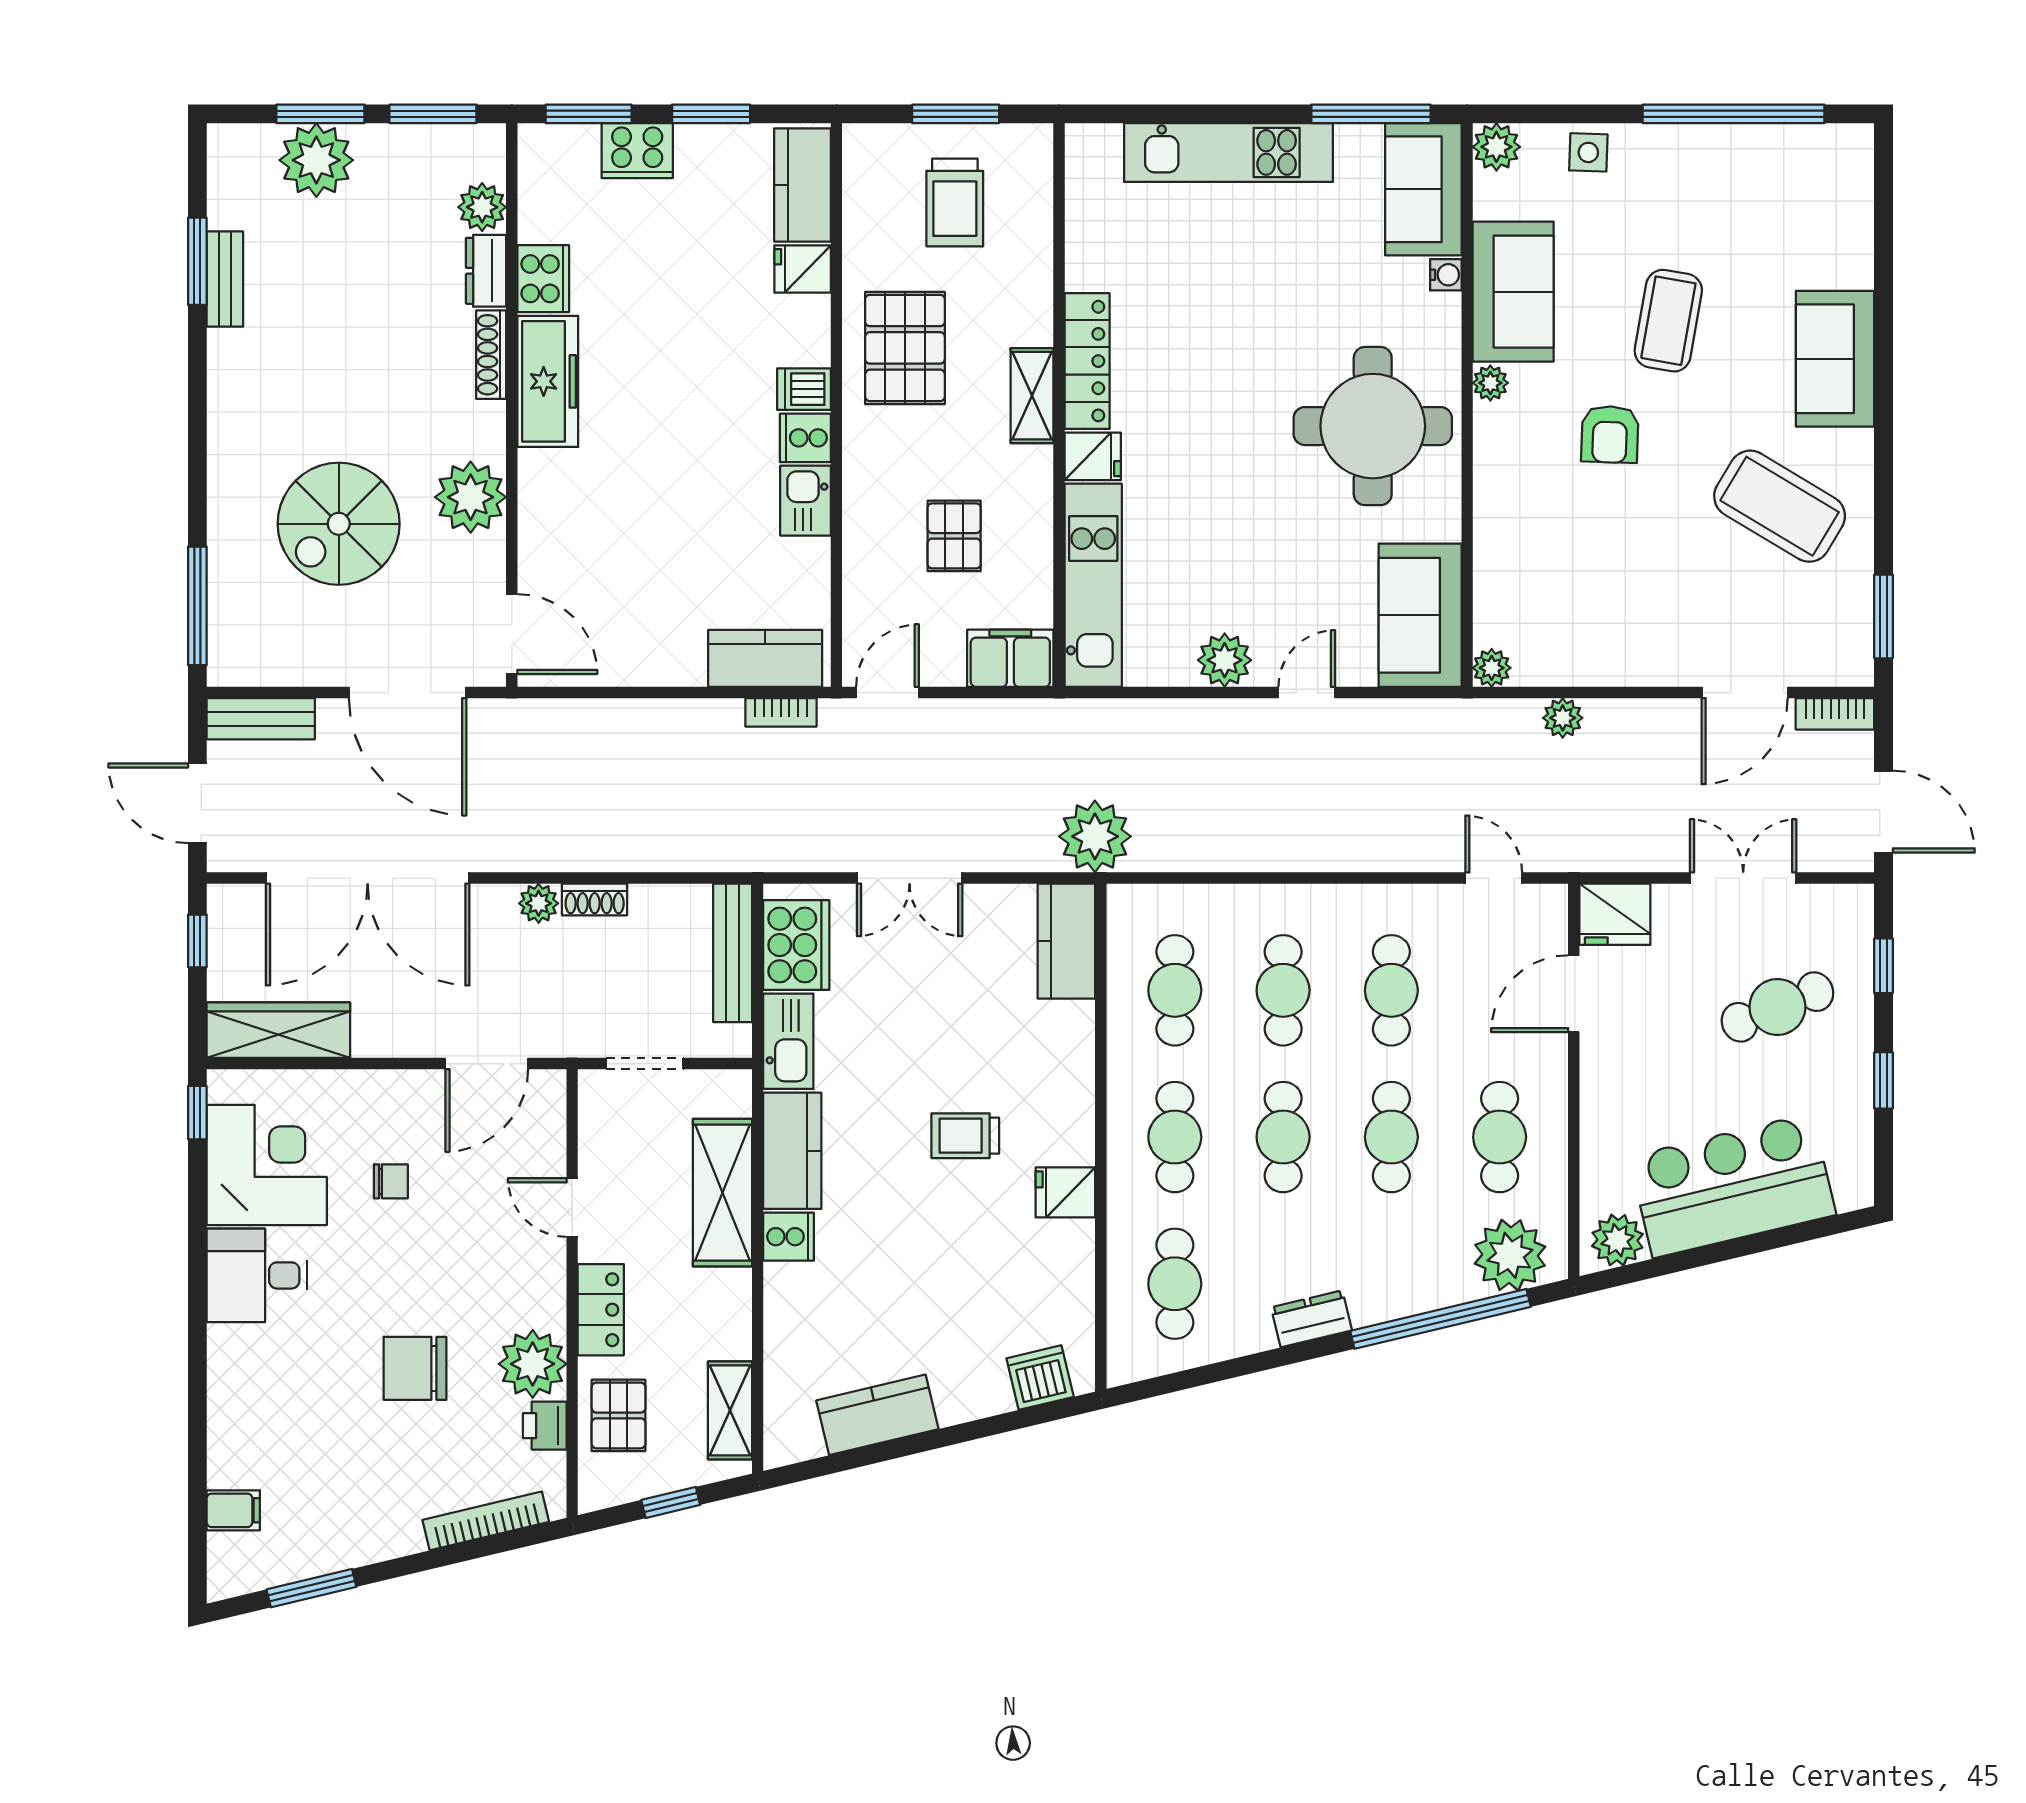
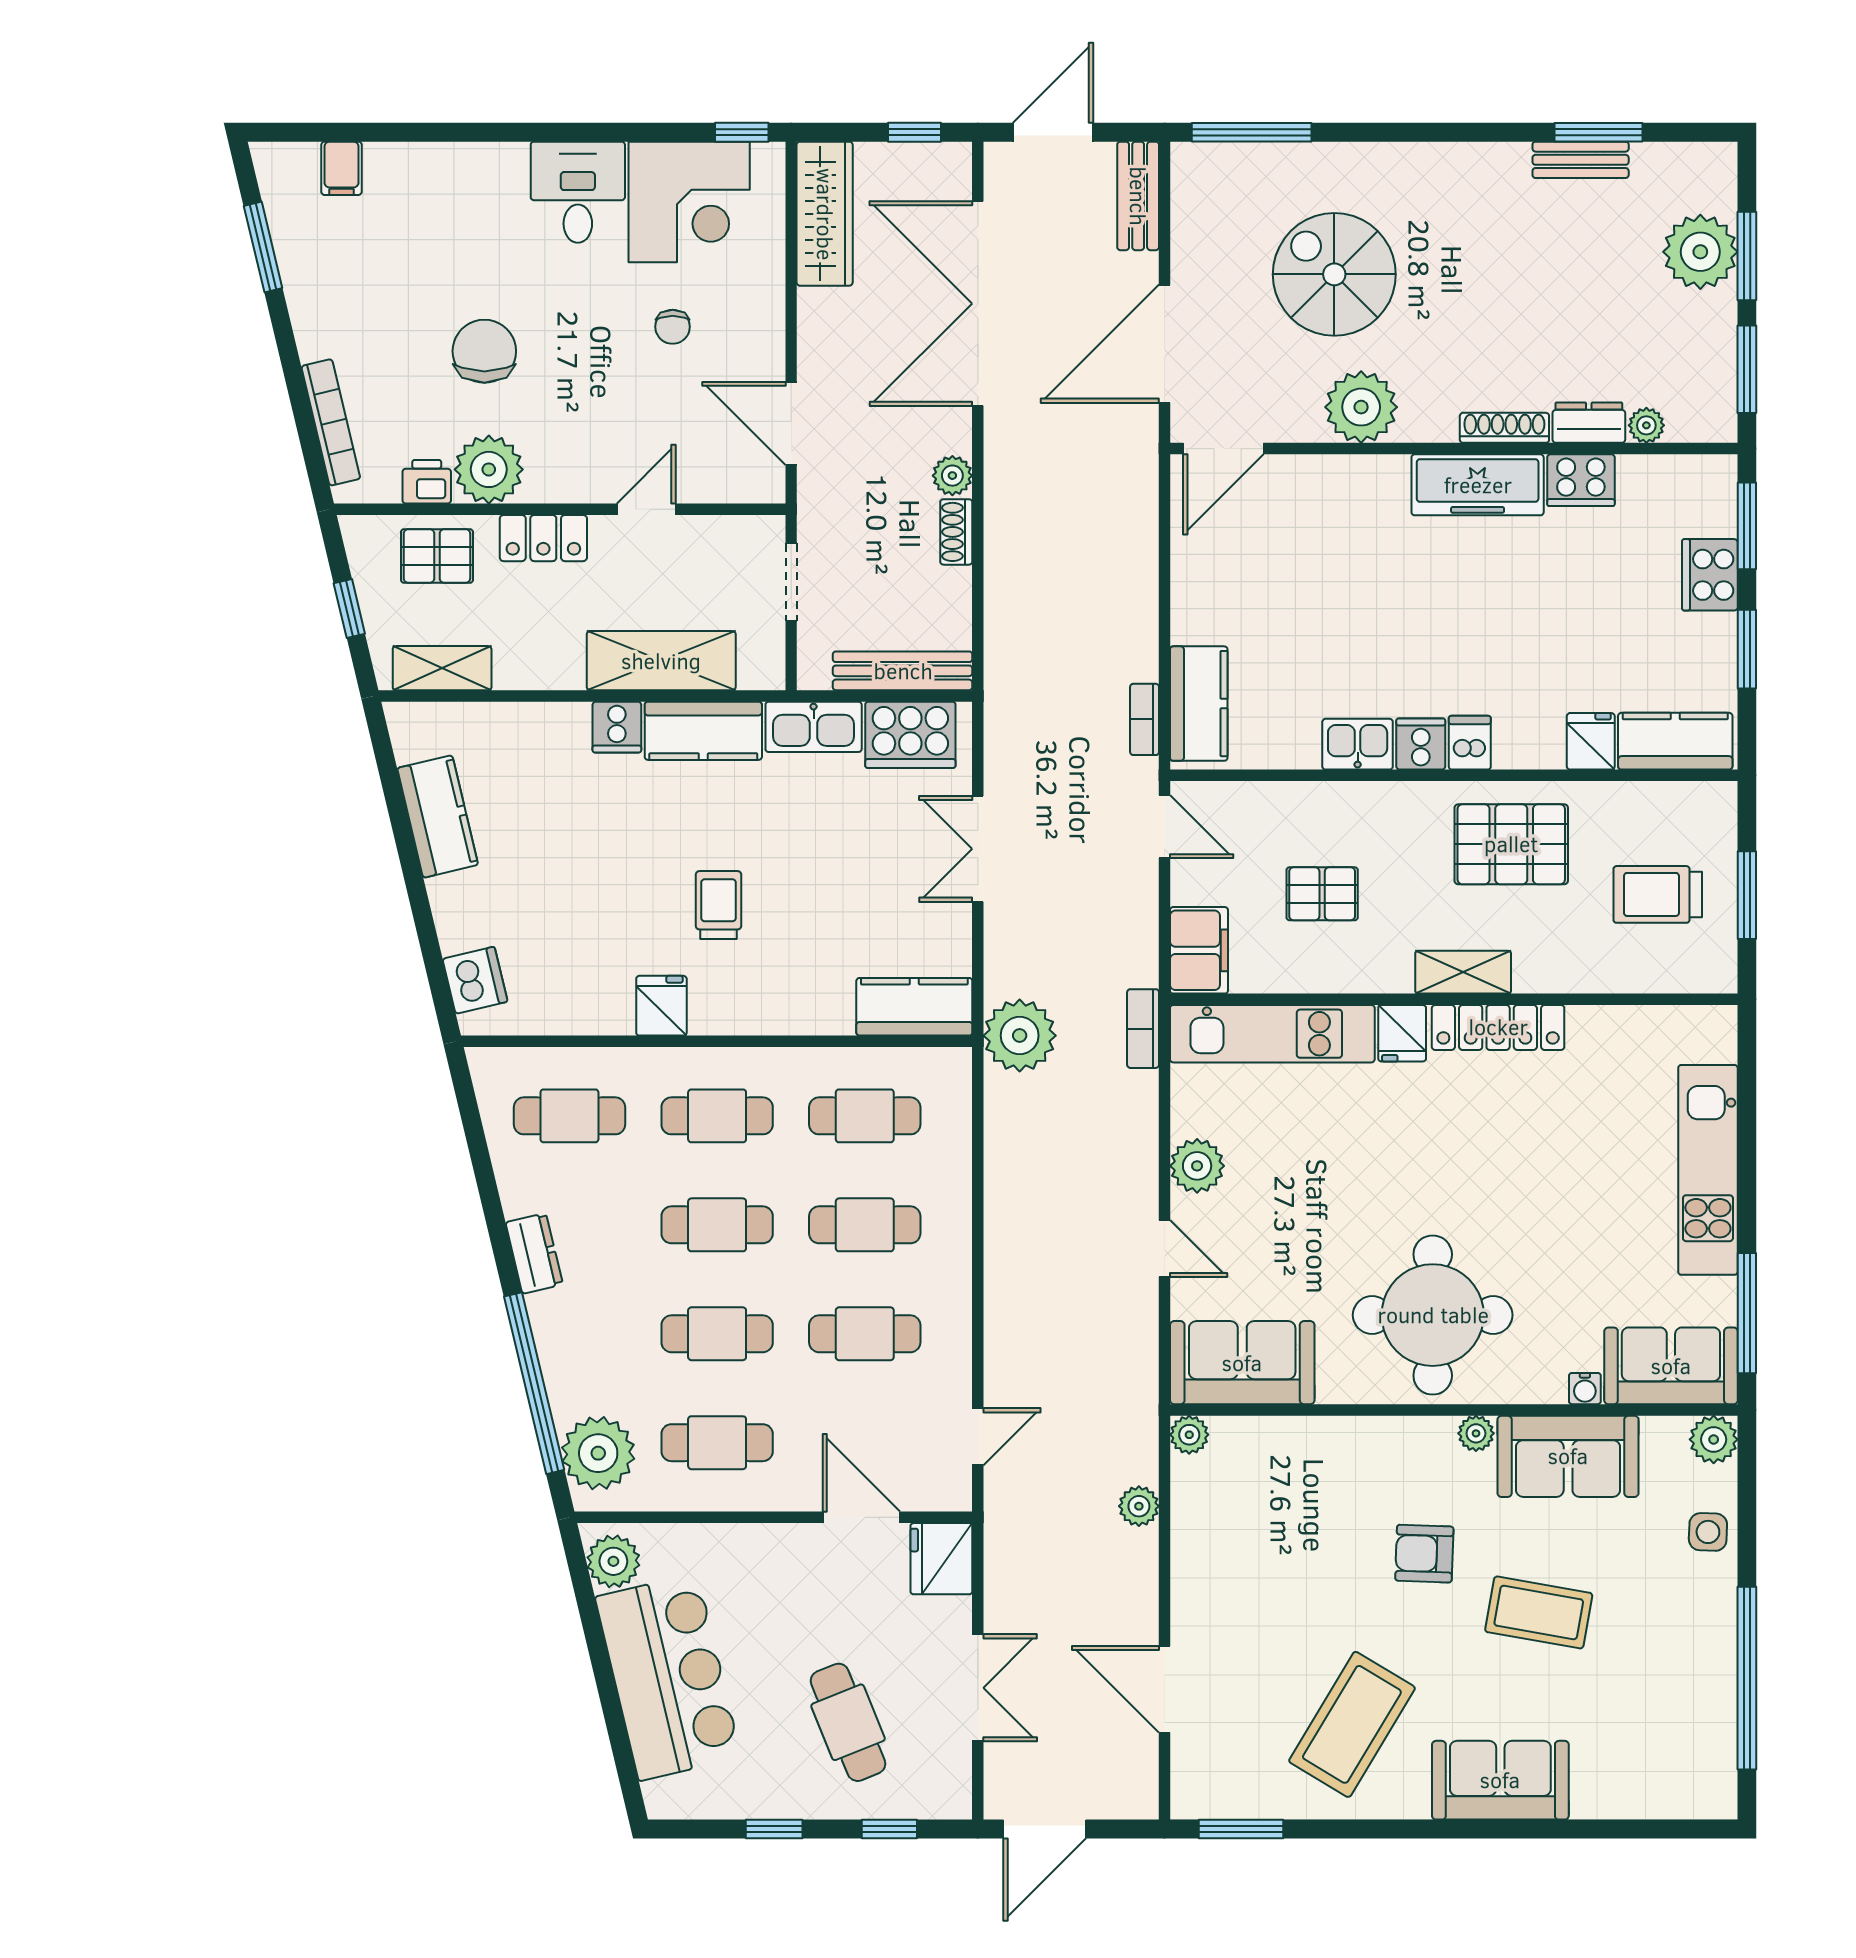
plant: (482, 207) -> (1646, 425), width x0.73, depth x0.73
bookcase: (1835, 714) -> (1143, 1029), moved

